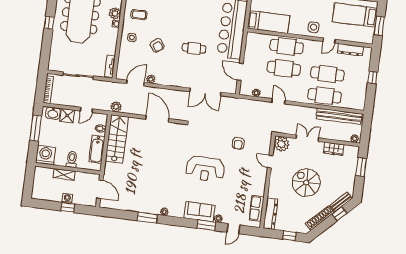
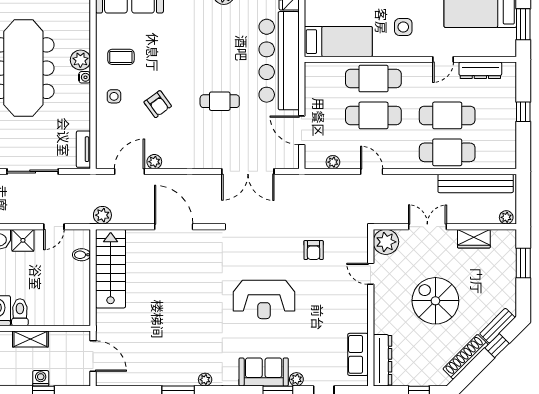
side table: (314, 27) -> (403, 27), moved
bathtub: (97, 149) -> (80, 290), removed
toilet: (72, 159) -> (20, 312), moved

